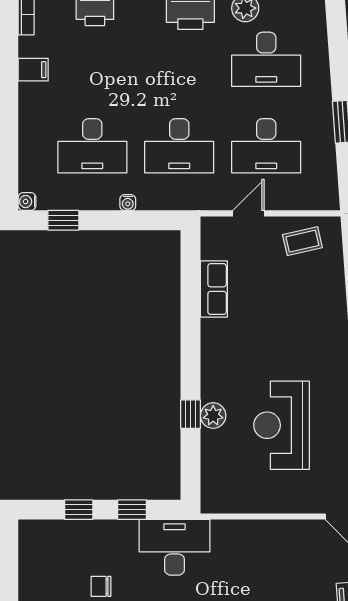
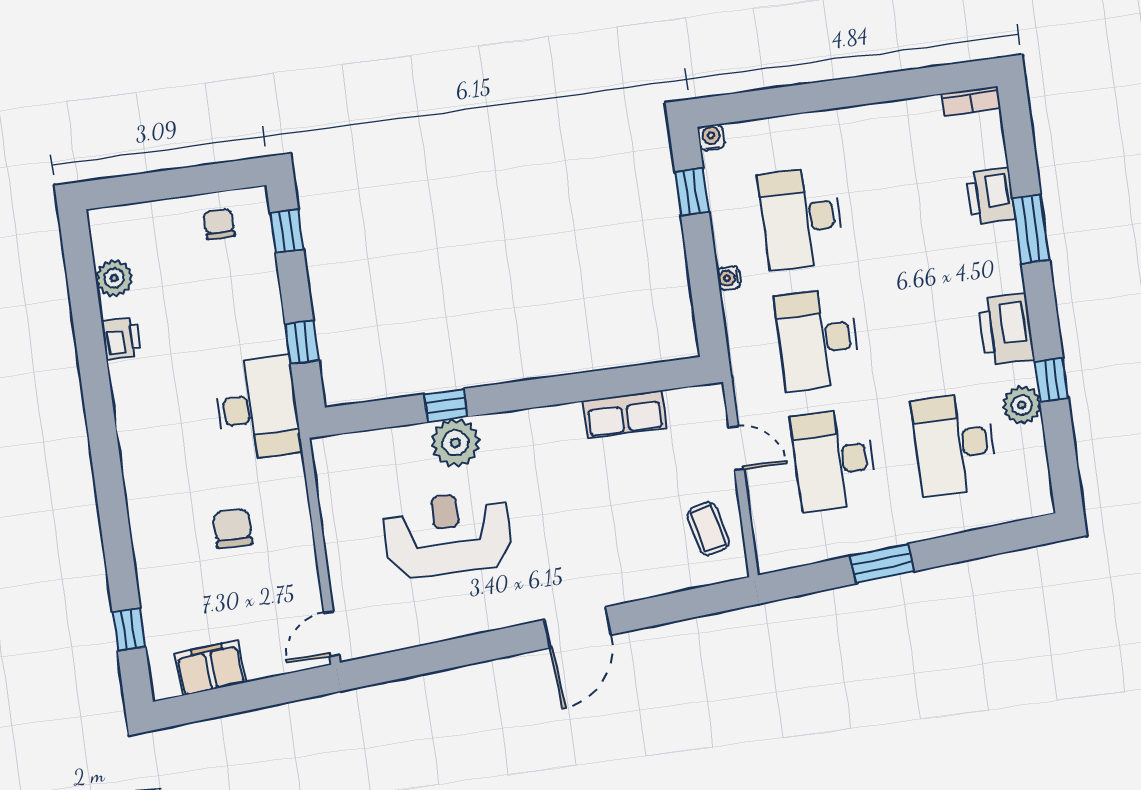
filing cabinet: (33, 70) -> (896, 121), removed
plant: (213, 416) -> (455, 443), width x1.36, depth x1.36
window: (79, 510) -> (287, 231), moved
chair: (257, 576) -> (233, 529), added
chair: (101, 586) -> (219, 224), moved

